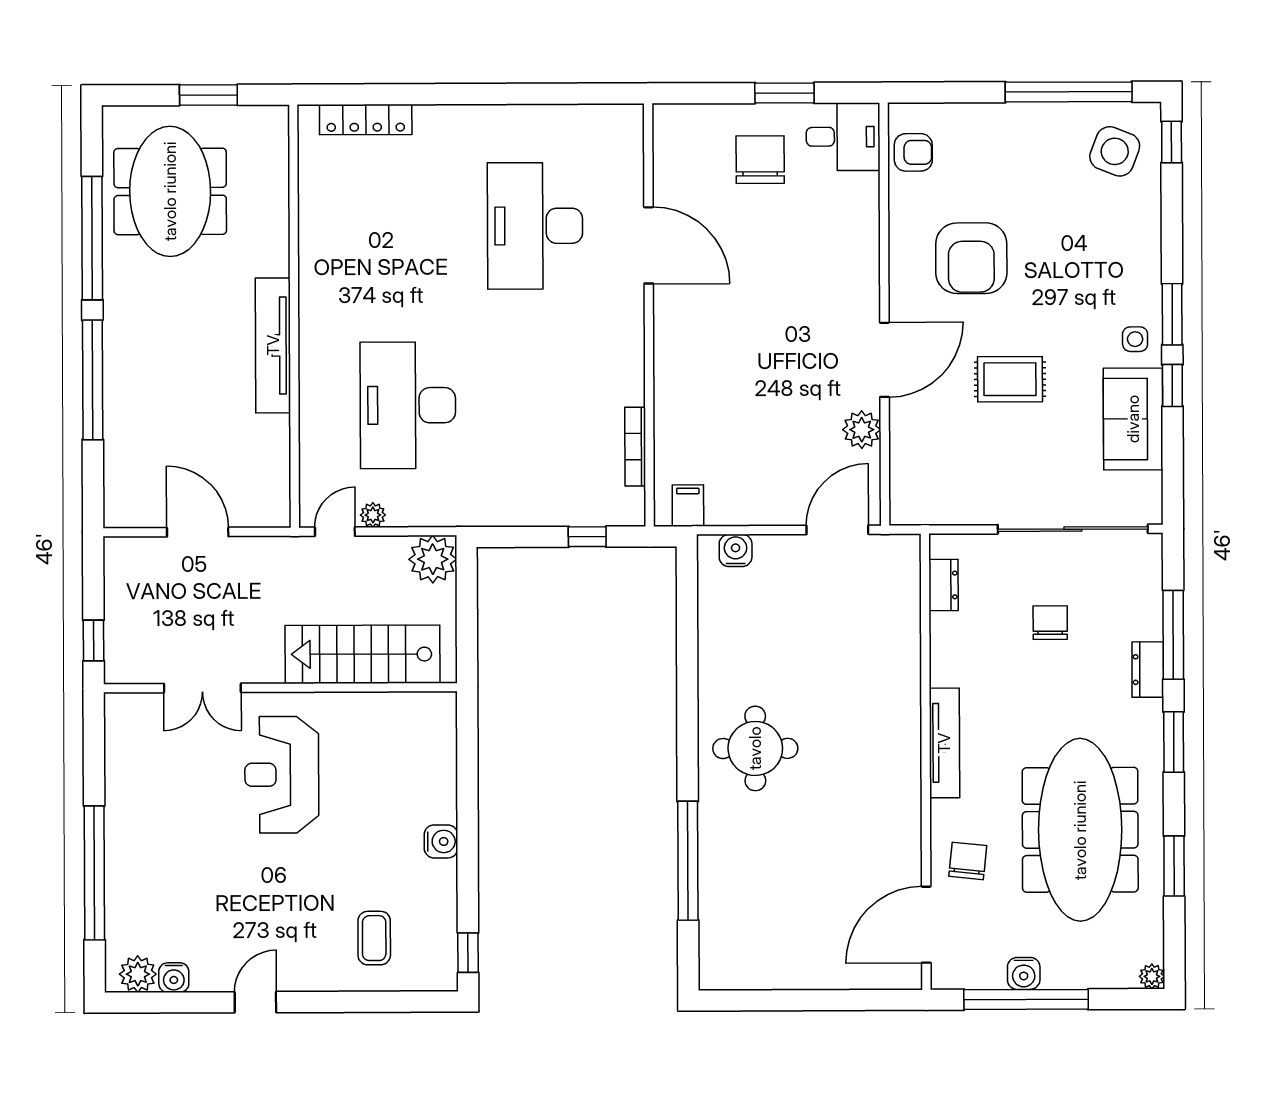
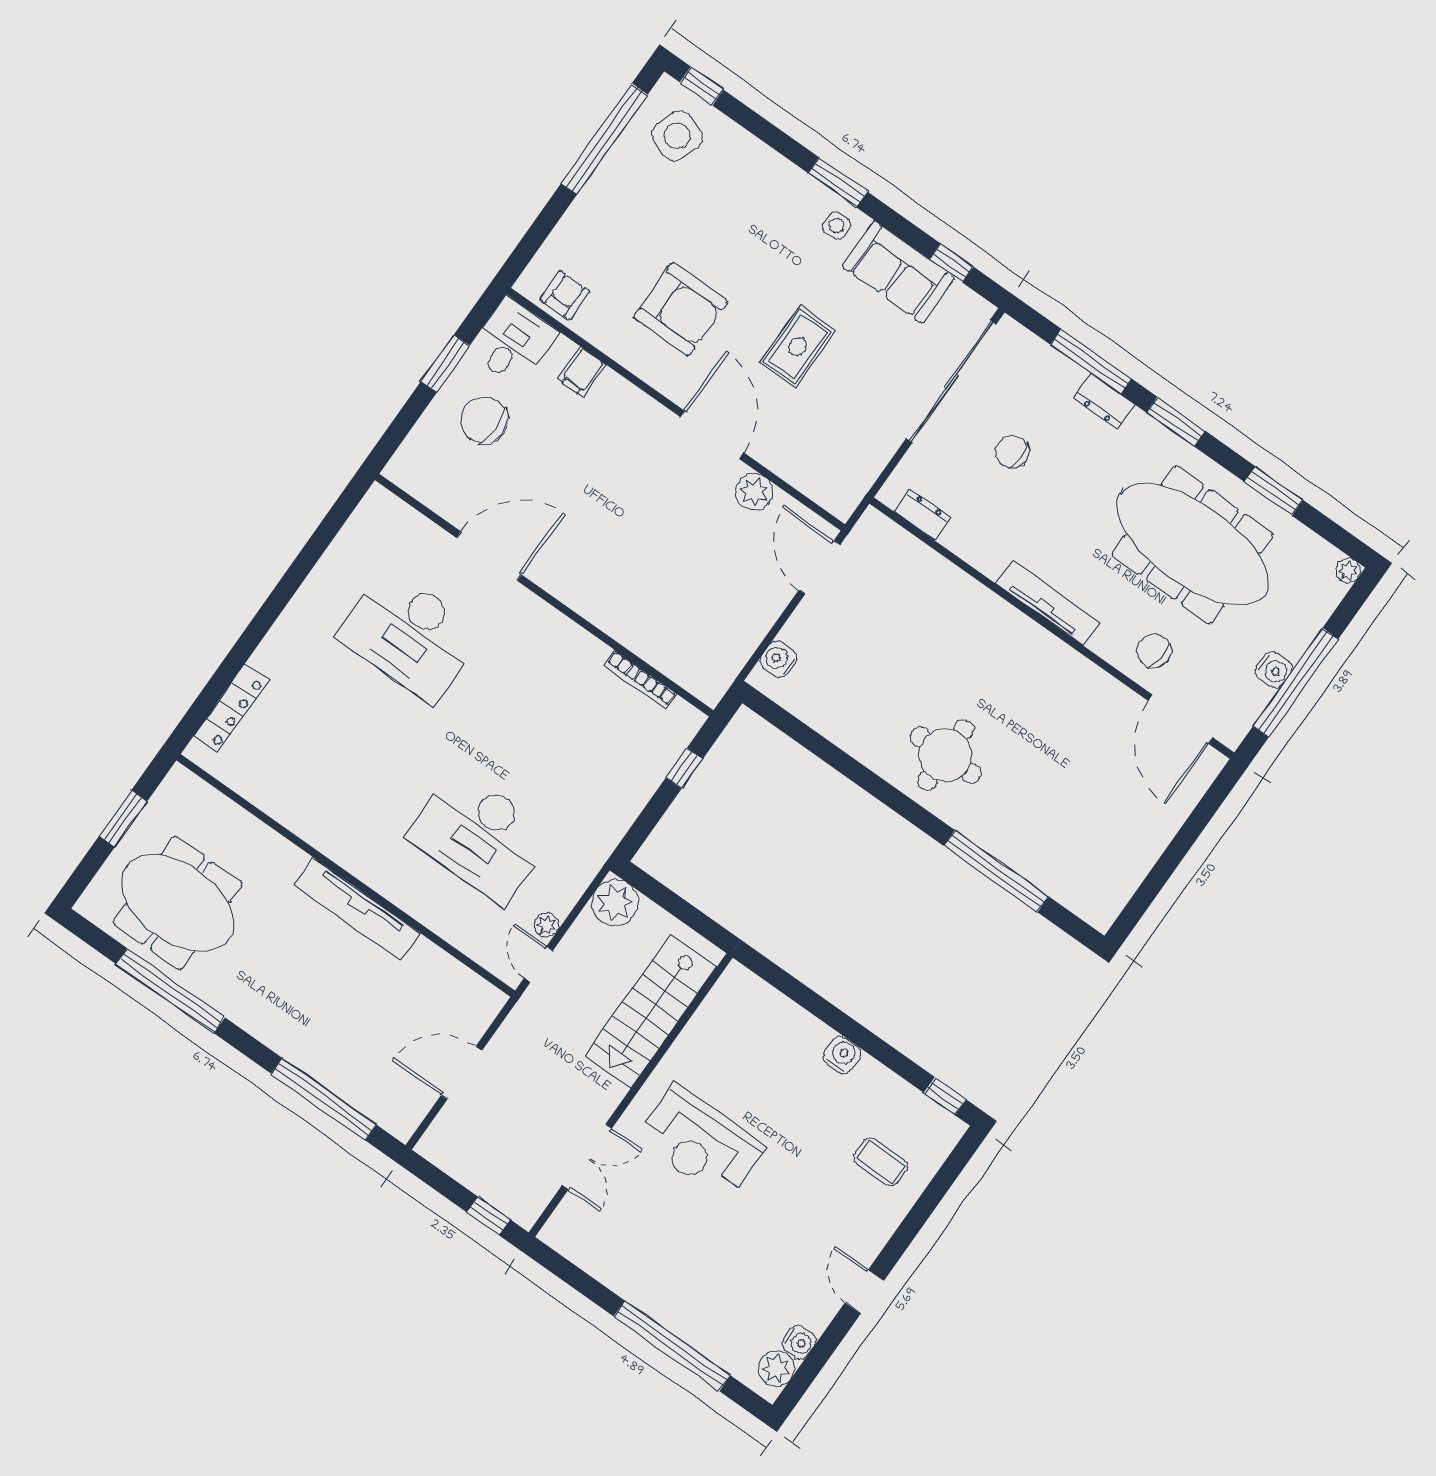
window: (93, 380) -> (324, 1099), moved
window: (1172, 386) -> (951, 263), moved
filing cabinet: (688, 506) -> (582, 372), moved, turned -90

